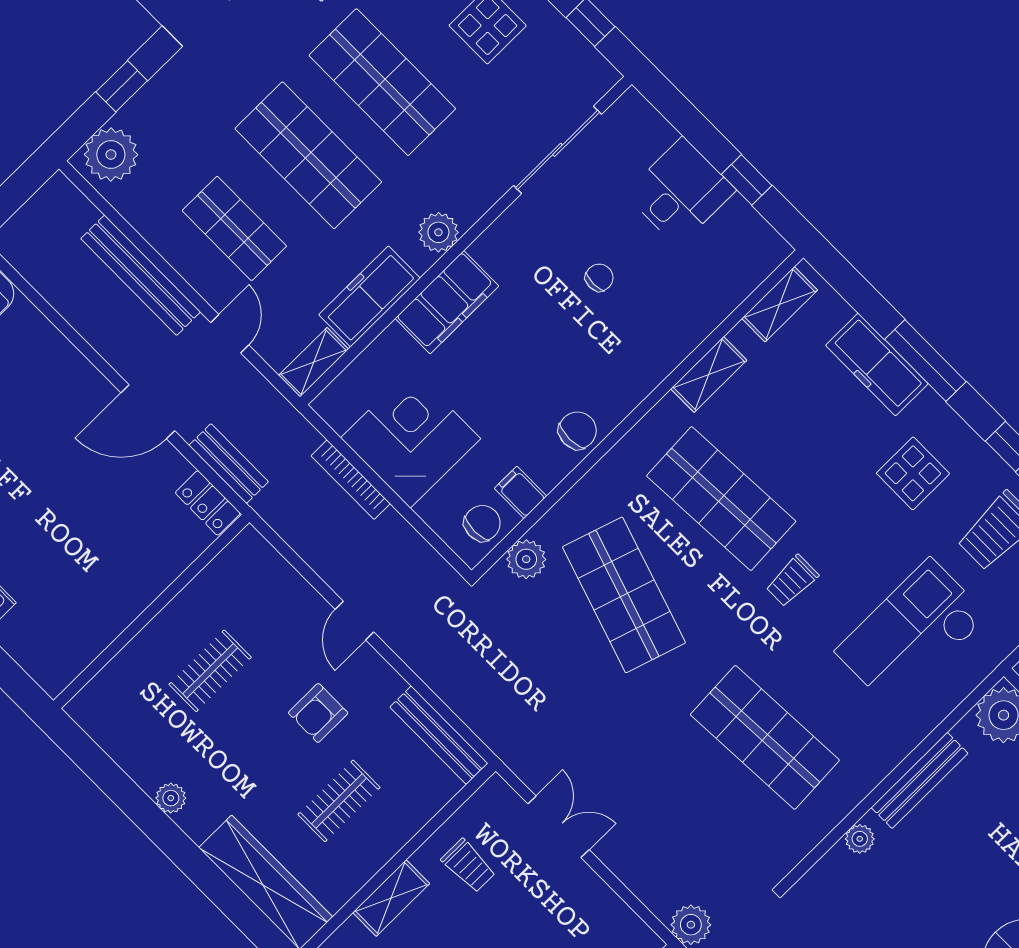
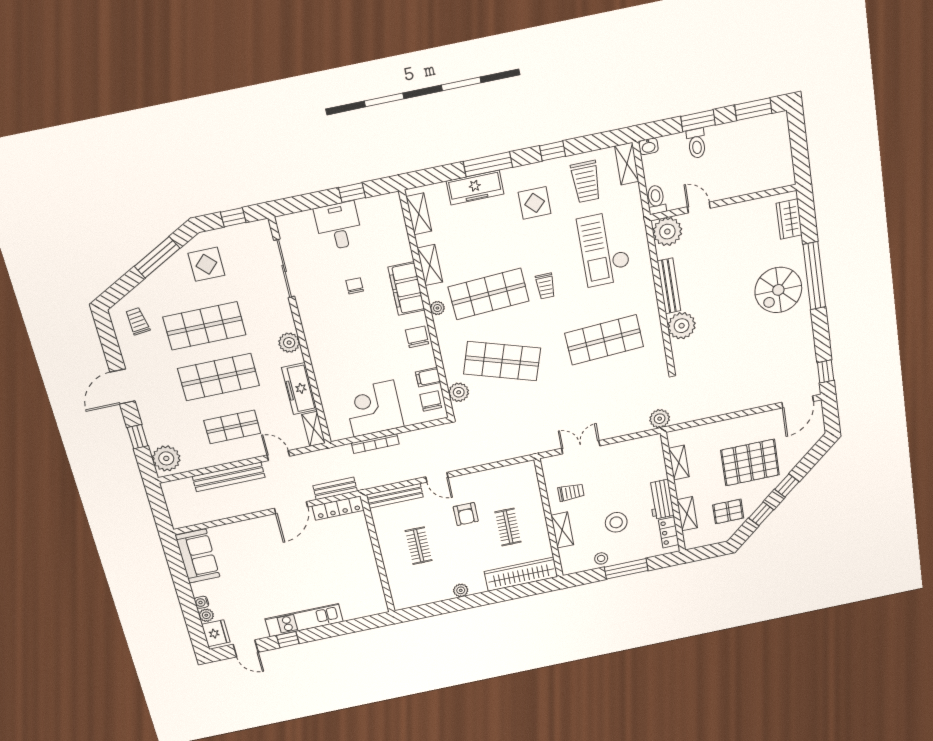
filing cabinet: (447, 302) -> (406, 289), moved, turned 180
plant: (646, 432) -> (437, 308), added
locker: (208, 503) -> (338, 508), width x1.53
bench: (439, 735) -> (395, 496), moved
plant: (860, 839) -> (682, 326), width x1.88, depth x1.88

